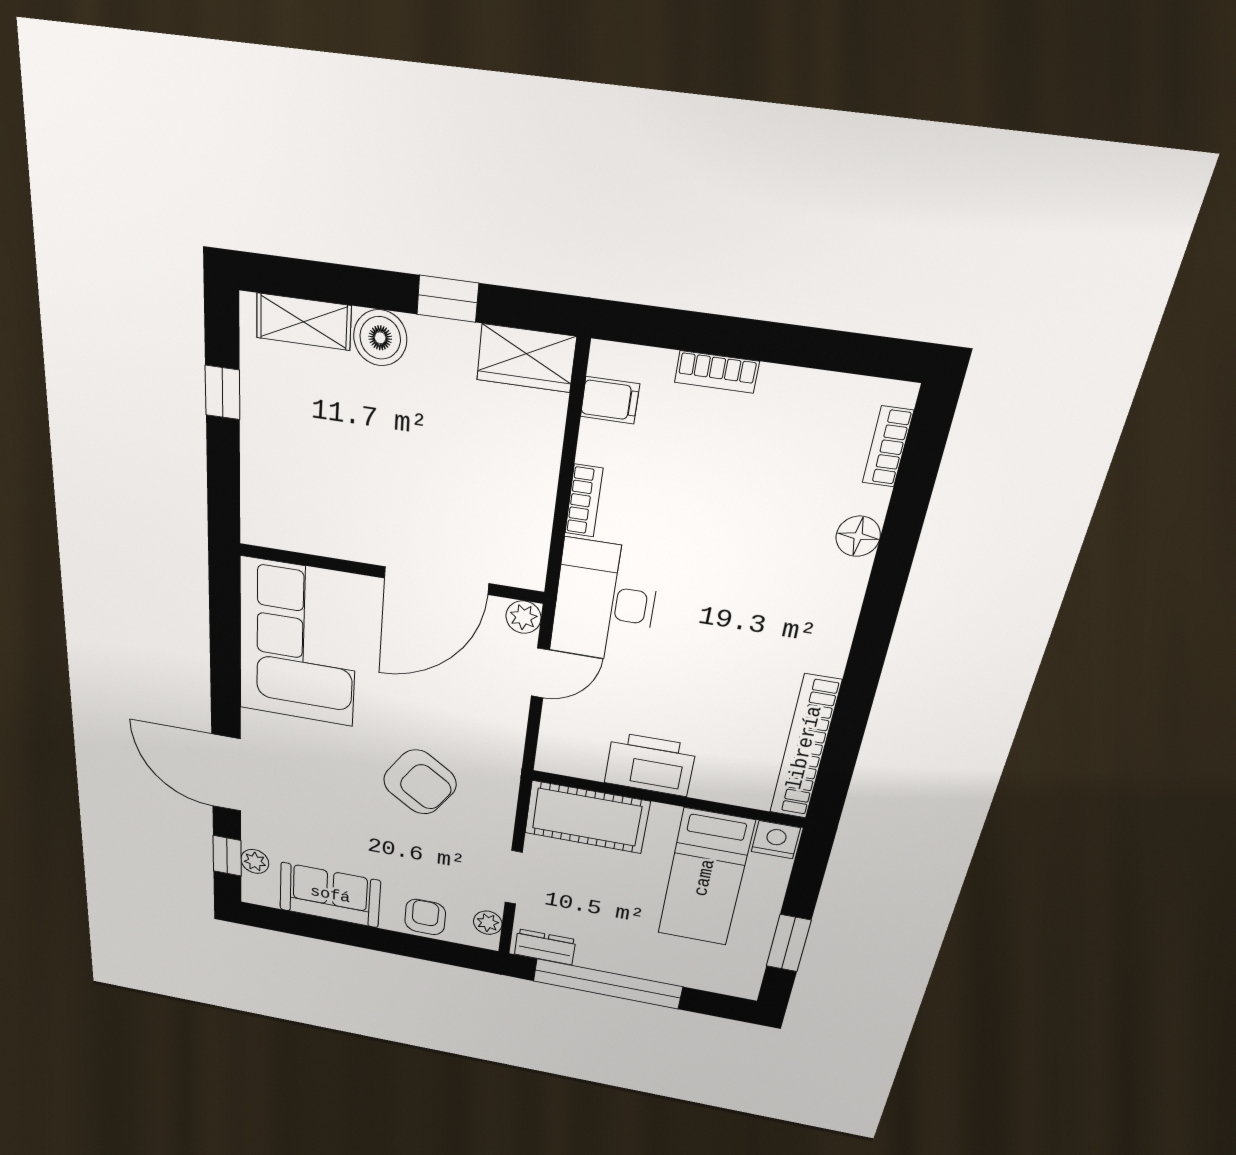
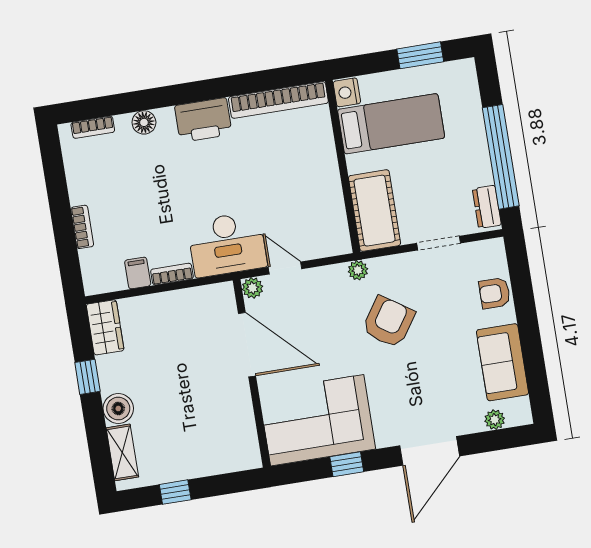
filing cabinet: (610, 400) -> (138, 273), moved
printer: (650, 764) -> (203, 120), moved, turned -90
window: (227, 856) -> (347, 464), moved
plant: (488, 923) -> (358, 270), moved

